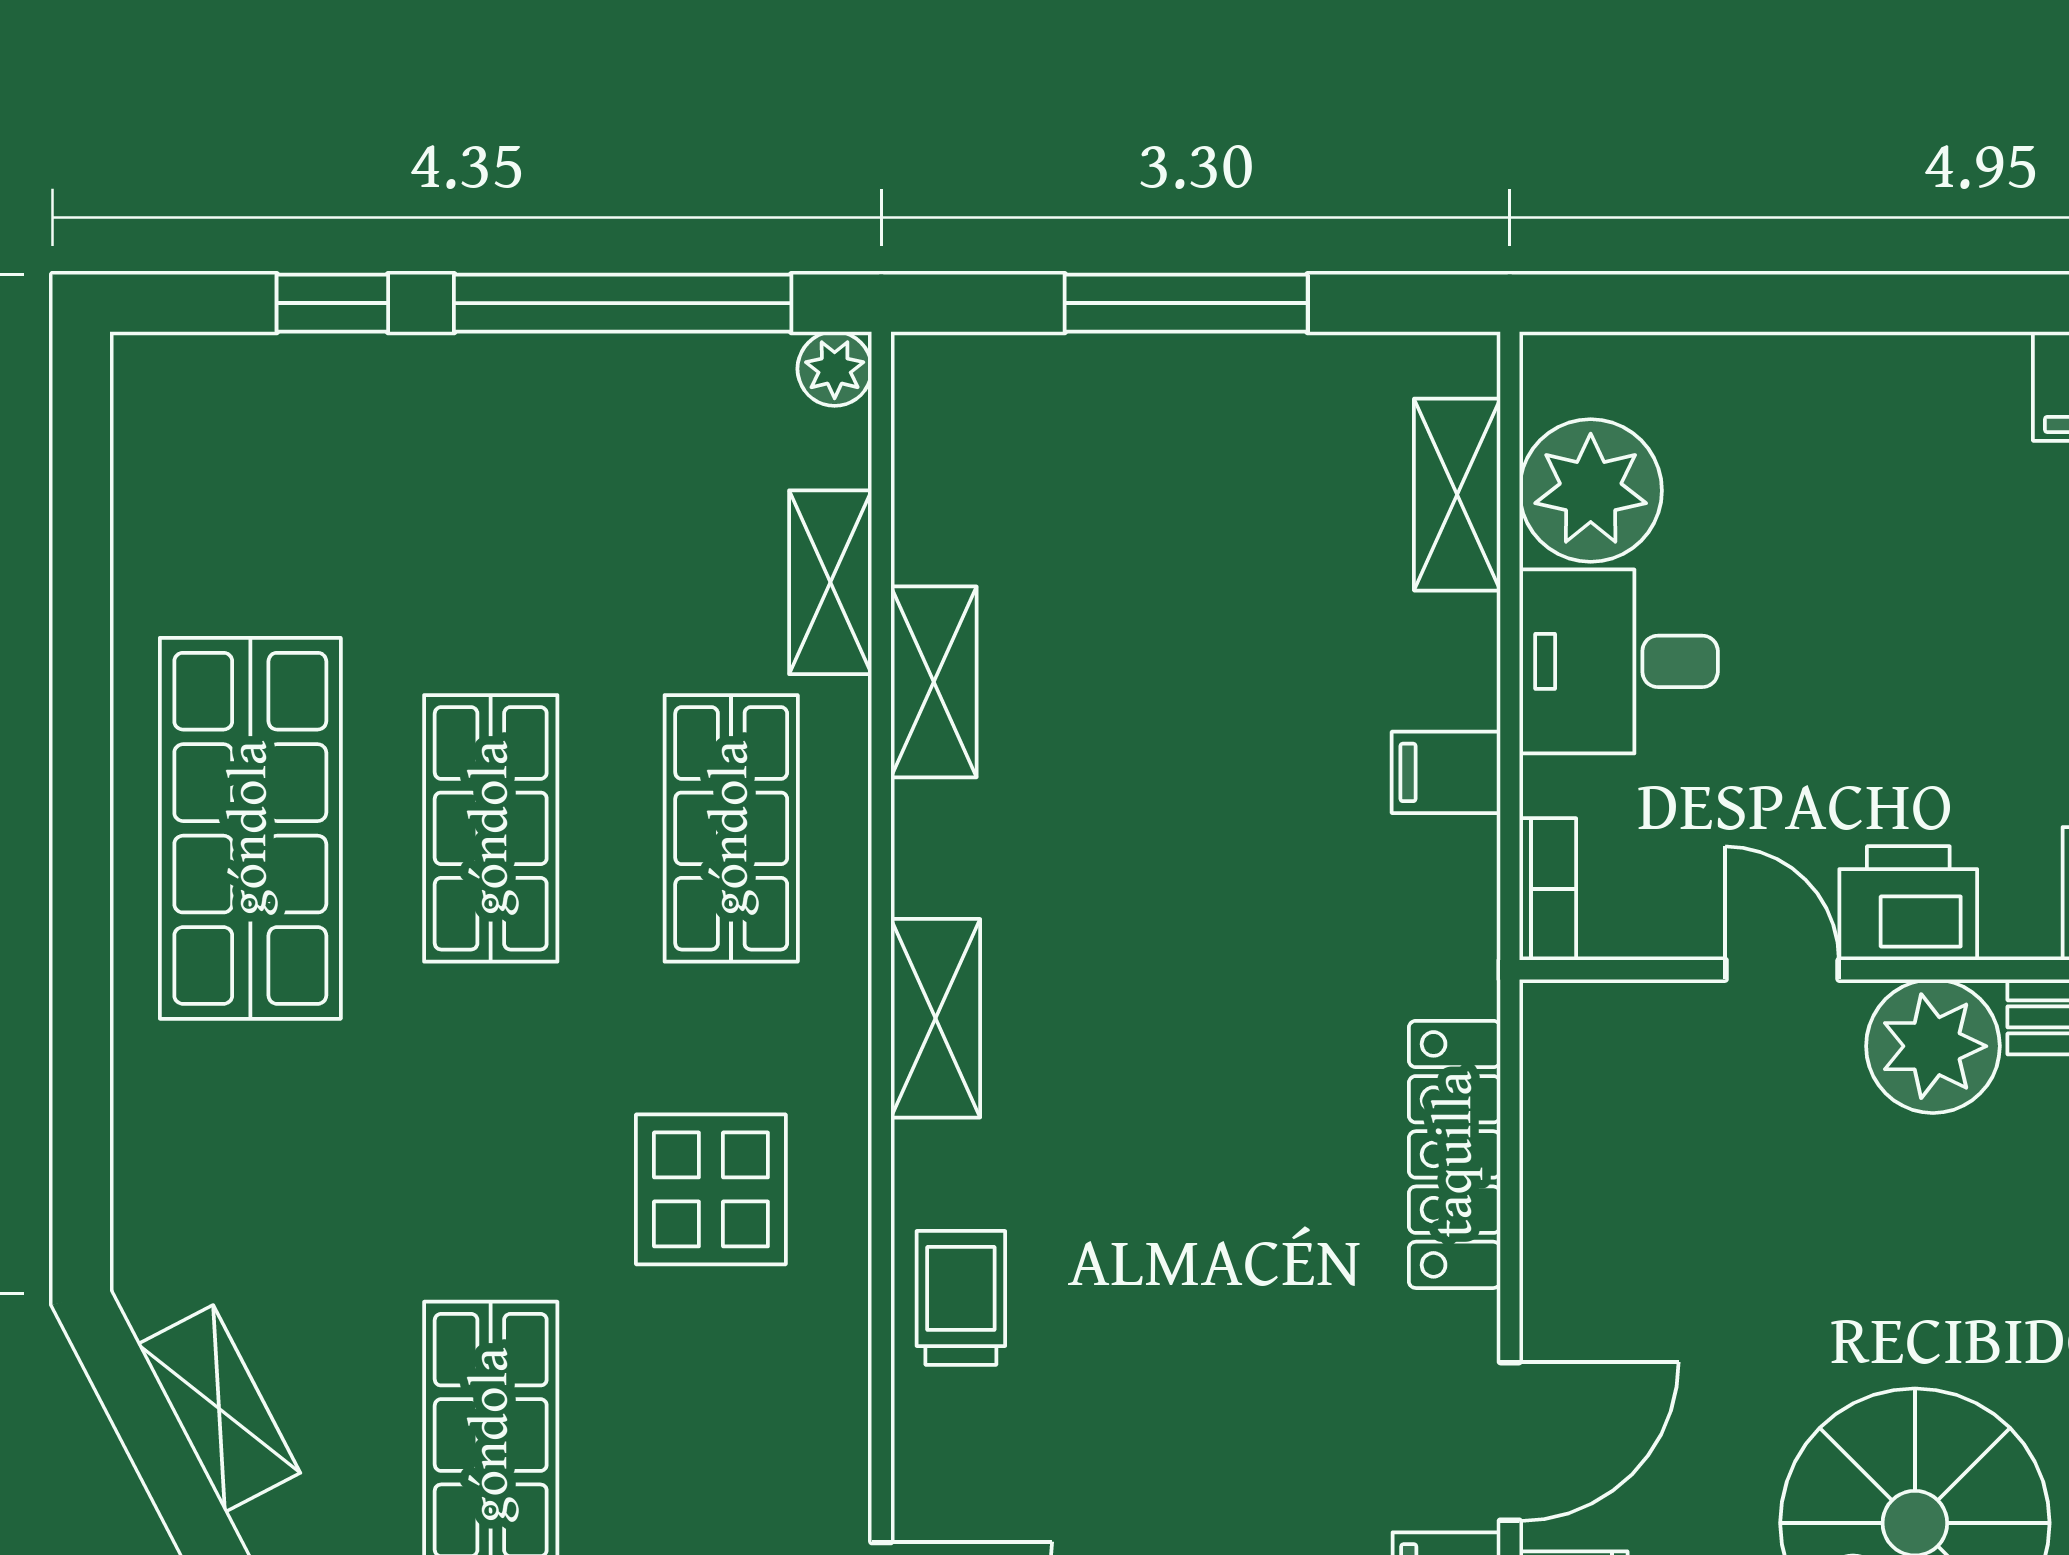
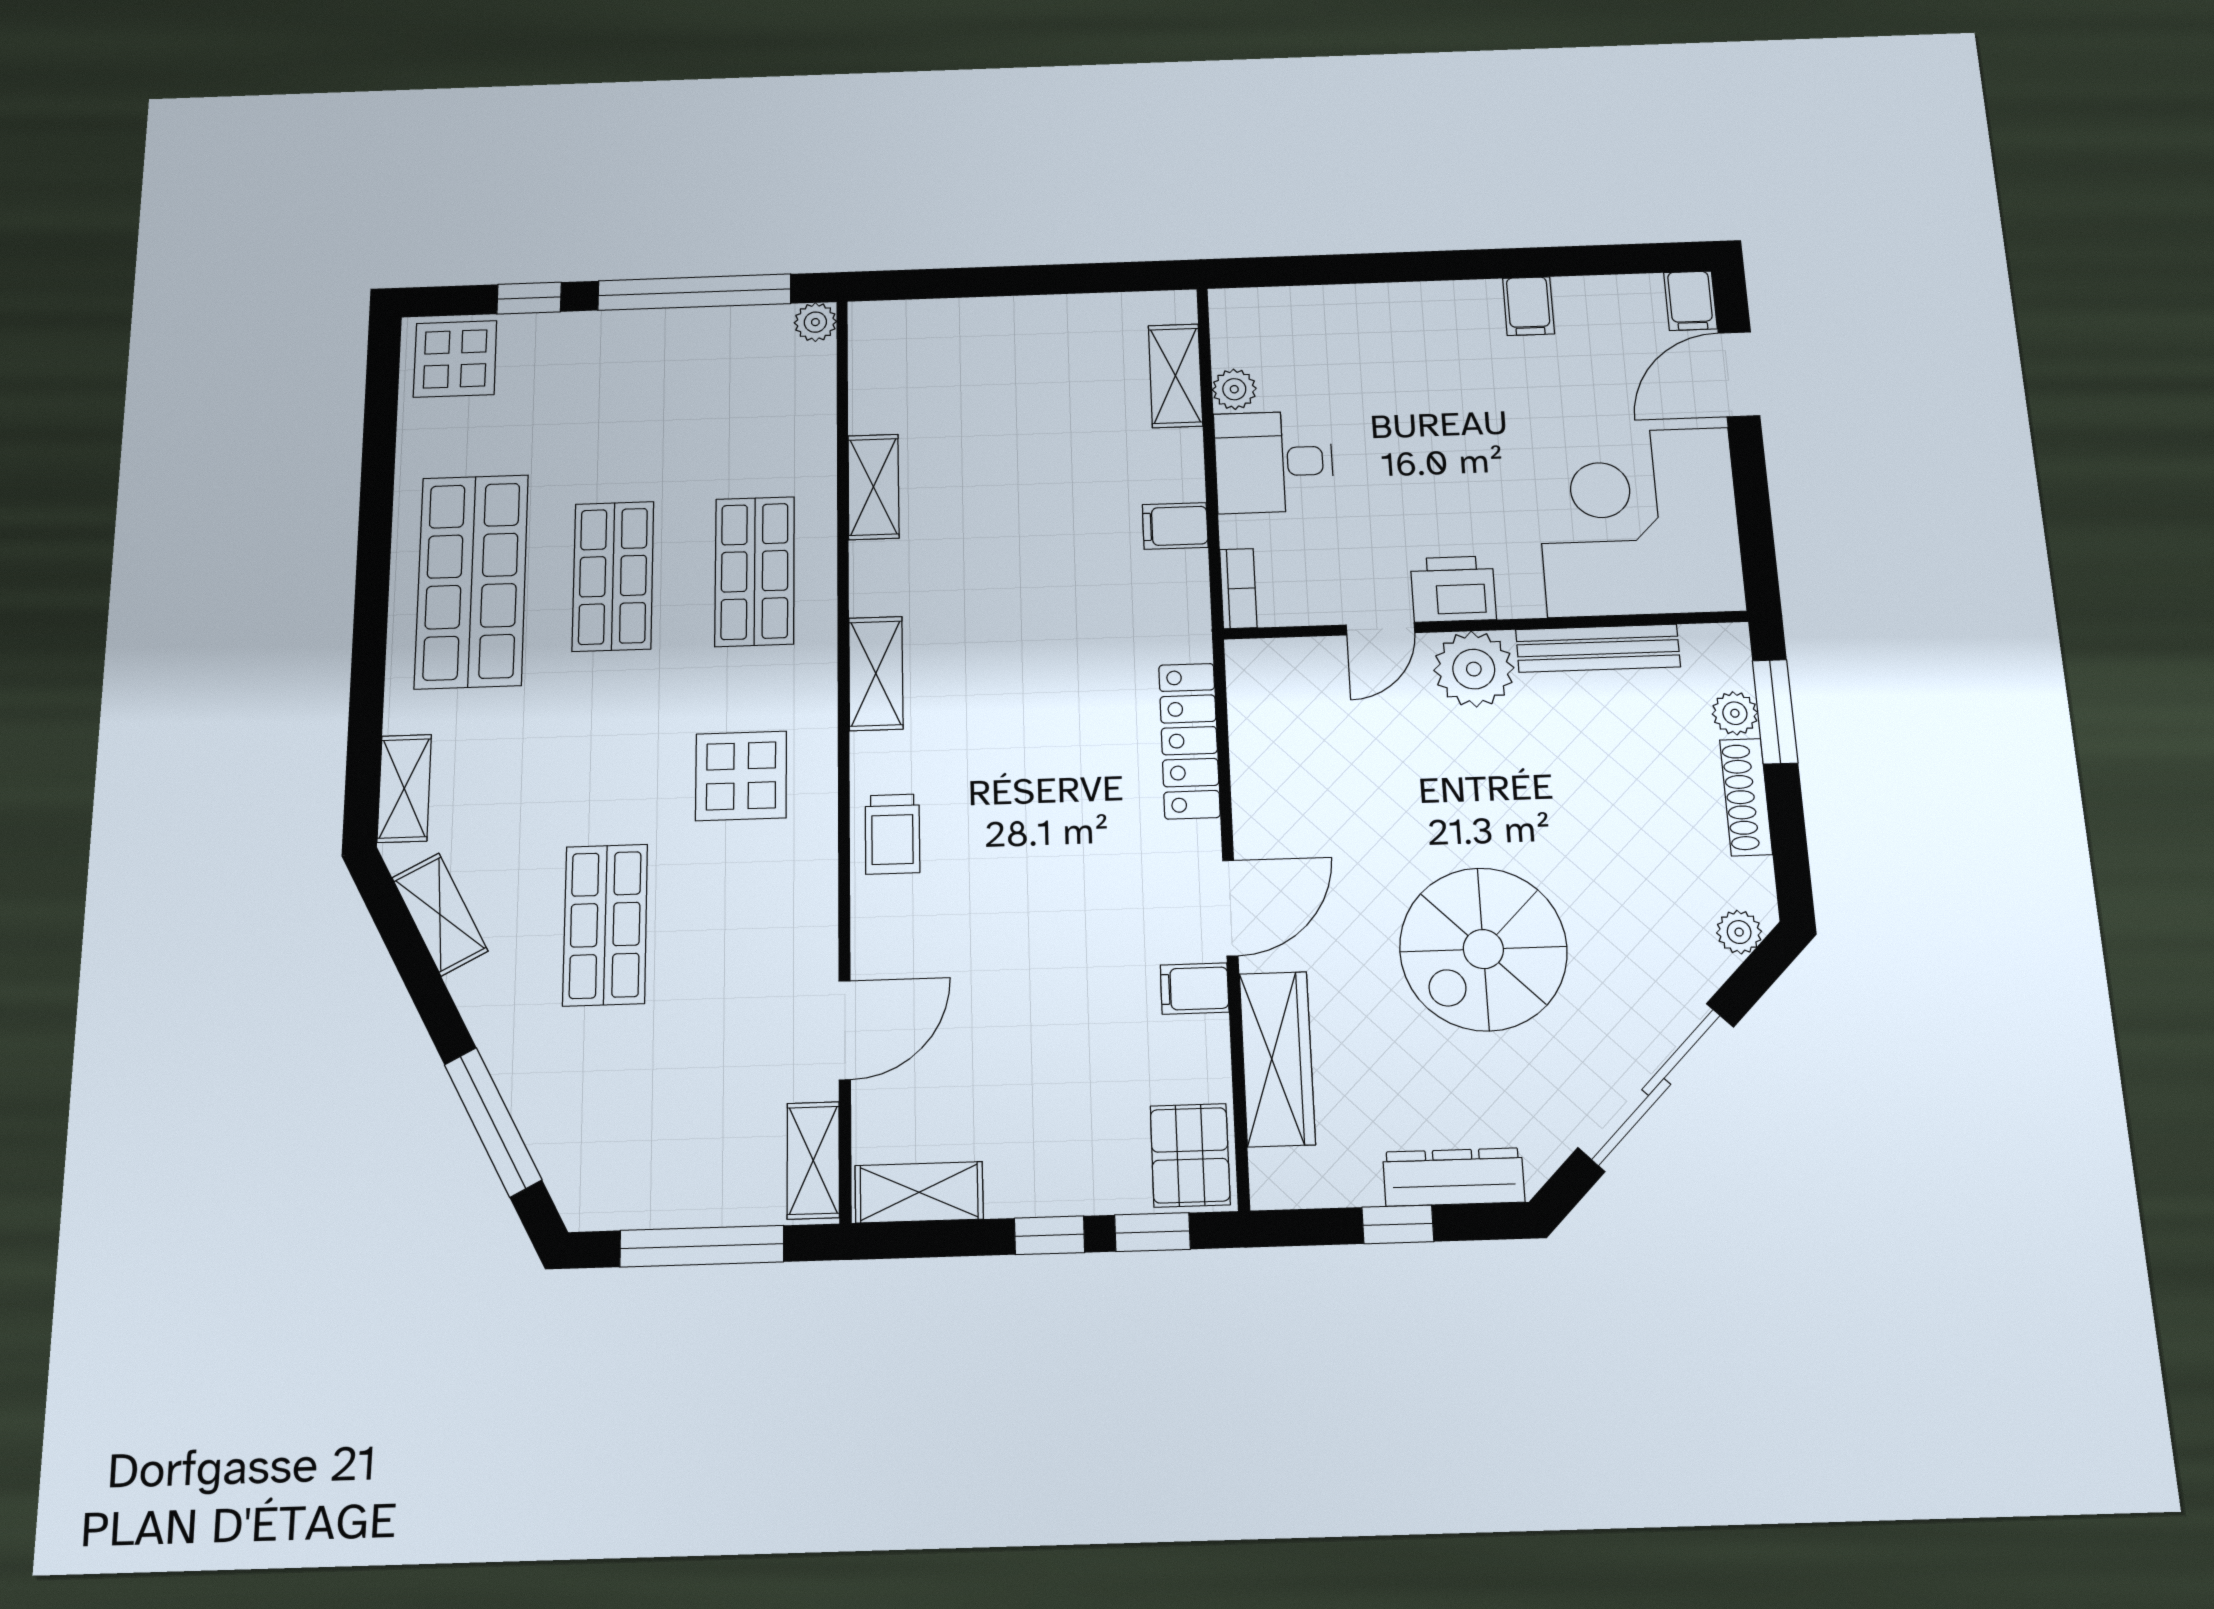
window: (1186, 303) -> (1016, 281), removed
display table: (207, 415) -> (455, 359), added
plant: (1591, 491) -> (1234, 389), width x0.53, depth x0.53
shelving: (830, 582) -> (404, 788), moved
door: (1782, 970) -> (1380, 629), swing flipped
trolley: (961, 1298) -> (892, 834), turned 180

